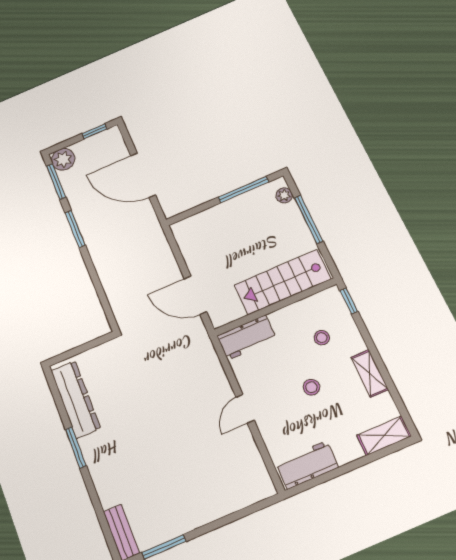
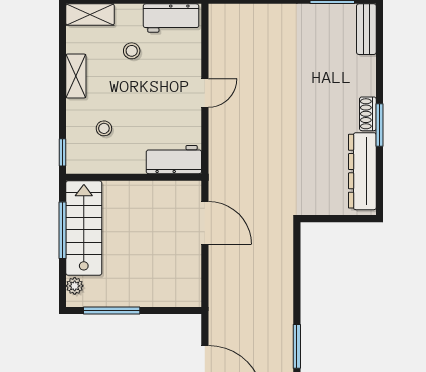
window: (309, 219) -> (62, 230), moved
stairs: (283, 282) -> (84, 228), moved, turned -90
stool: (311, 387) -> (132, 51), moved
shoe rack: (90, 453) -> (368, 114), added

